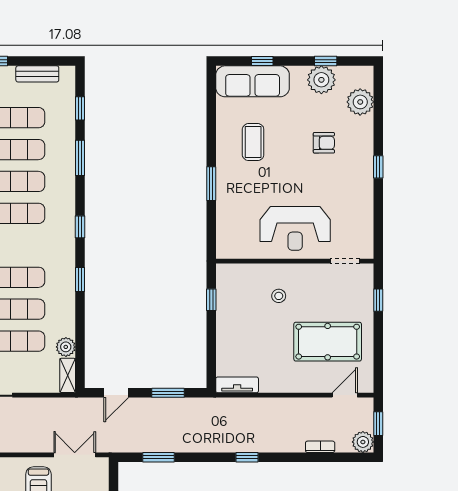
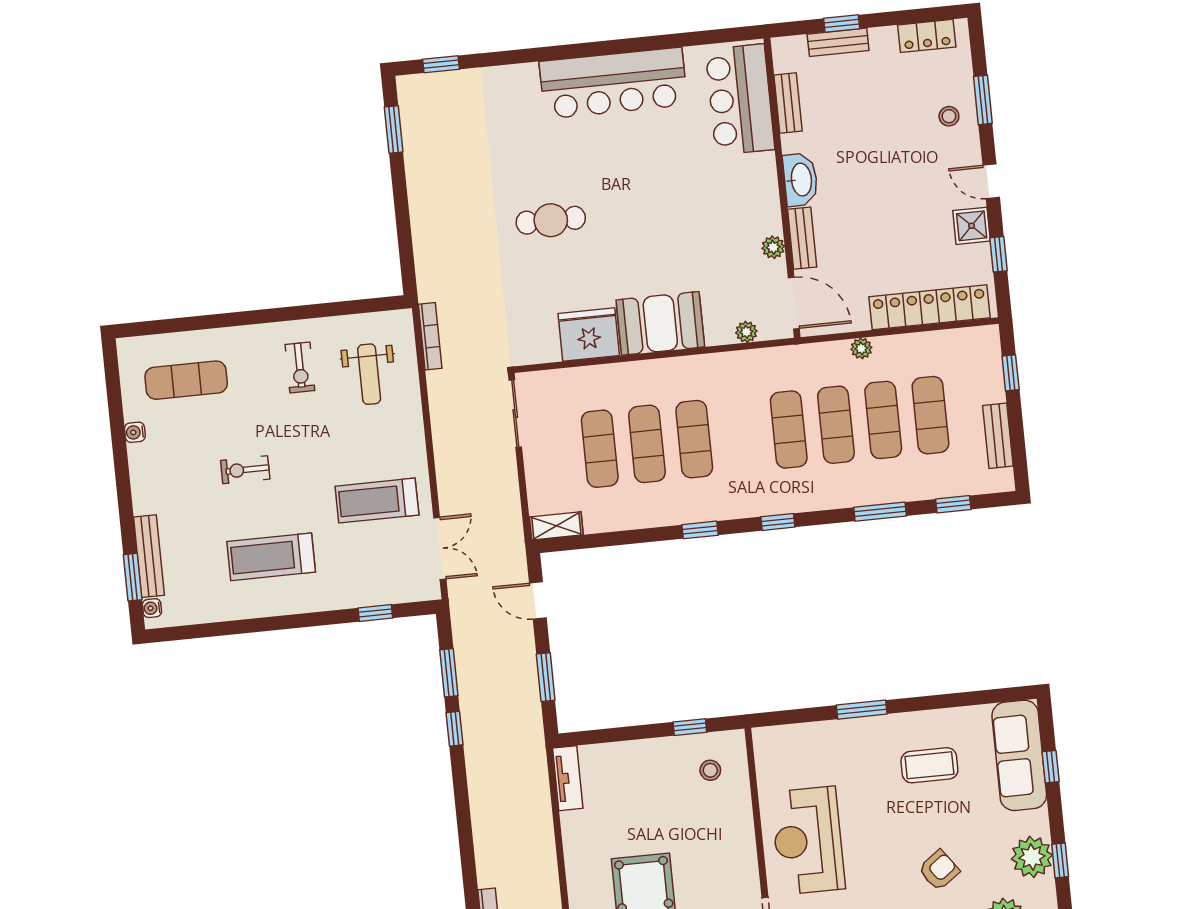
armchair: (324, 143) -> (939, 870), turned -126
stool: (279, 296) -> (710, 770), moved
plant: (66, 347) -> (598, 519), removed
window: (247, 457) -> (455, 729), moved

